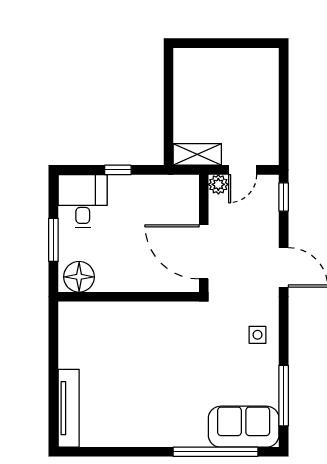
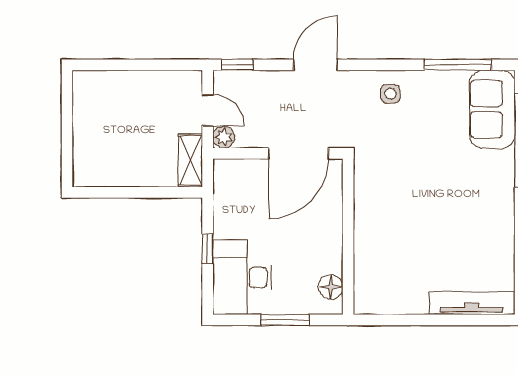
desk: (83, 201) -> (242, 277), width x1.37
floor lamp: (79, 277) -> (331, 287), width x0.73, depth x0.73

